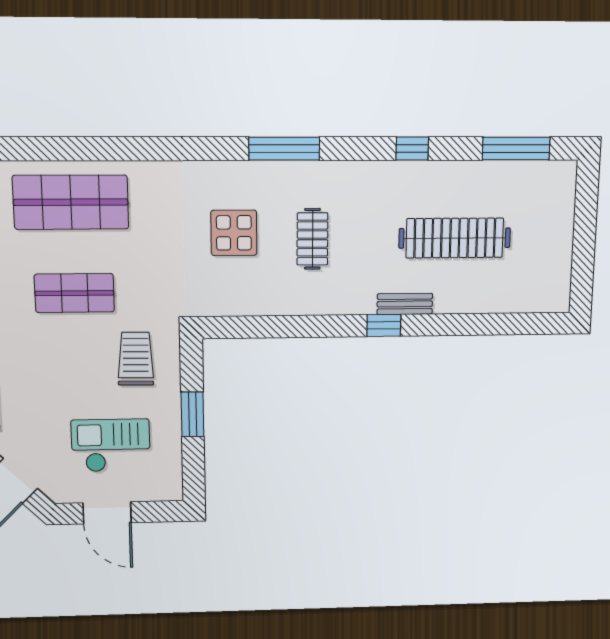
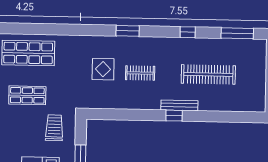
window: (284, 149) -> (128, 31), width x0.69
clothes rail: (312, 239) -> (140, 73), turned 90
bench: (405, 304) -> (179, 105), width x1.36

